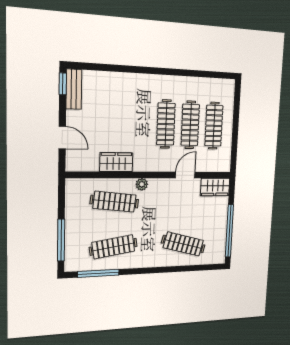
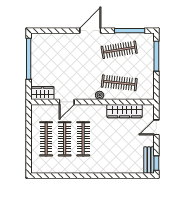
door: (62, 138) -> (156, 127), hinge flipped
wardrobe: (116, 162) -> (125, 111), width x1.50
clothes rail: (183, 244) -> (66, 50), removed
door: (151, 270) -> (90, 31), added

